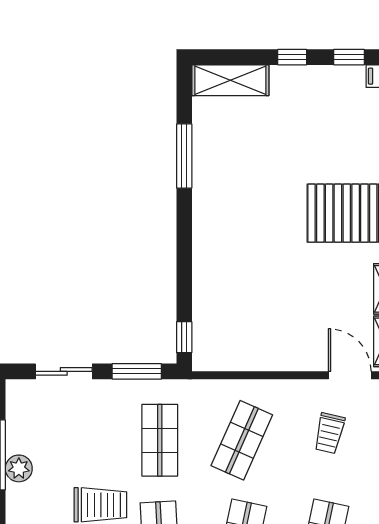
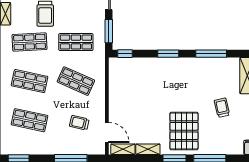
trolley: (298, 133) -> (222, 108), added
window: (184, 246) -> (168, 54), added
door: (350, 375) -> (107, 132), hinge flipped

